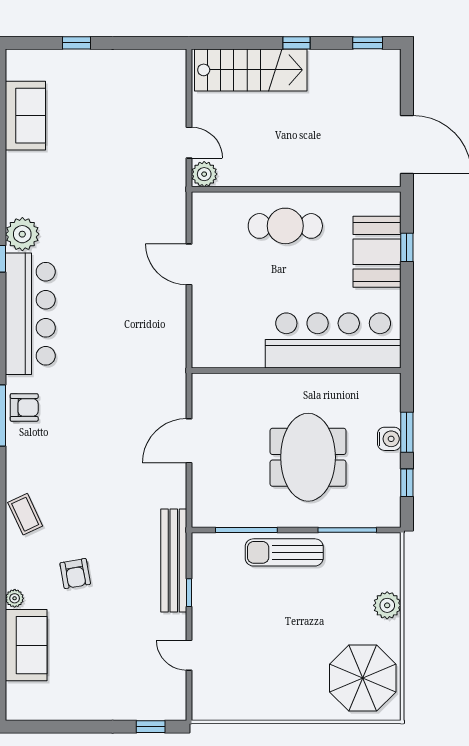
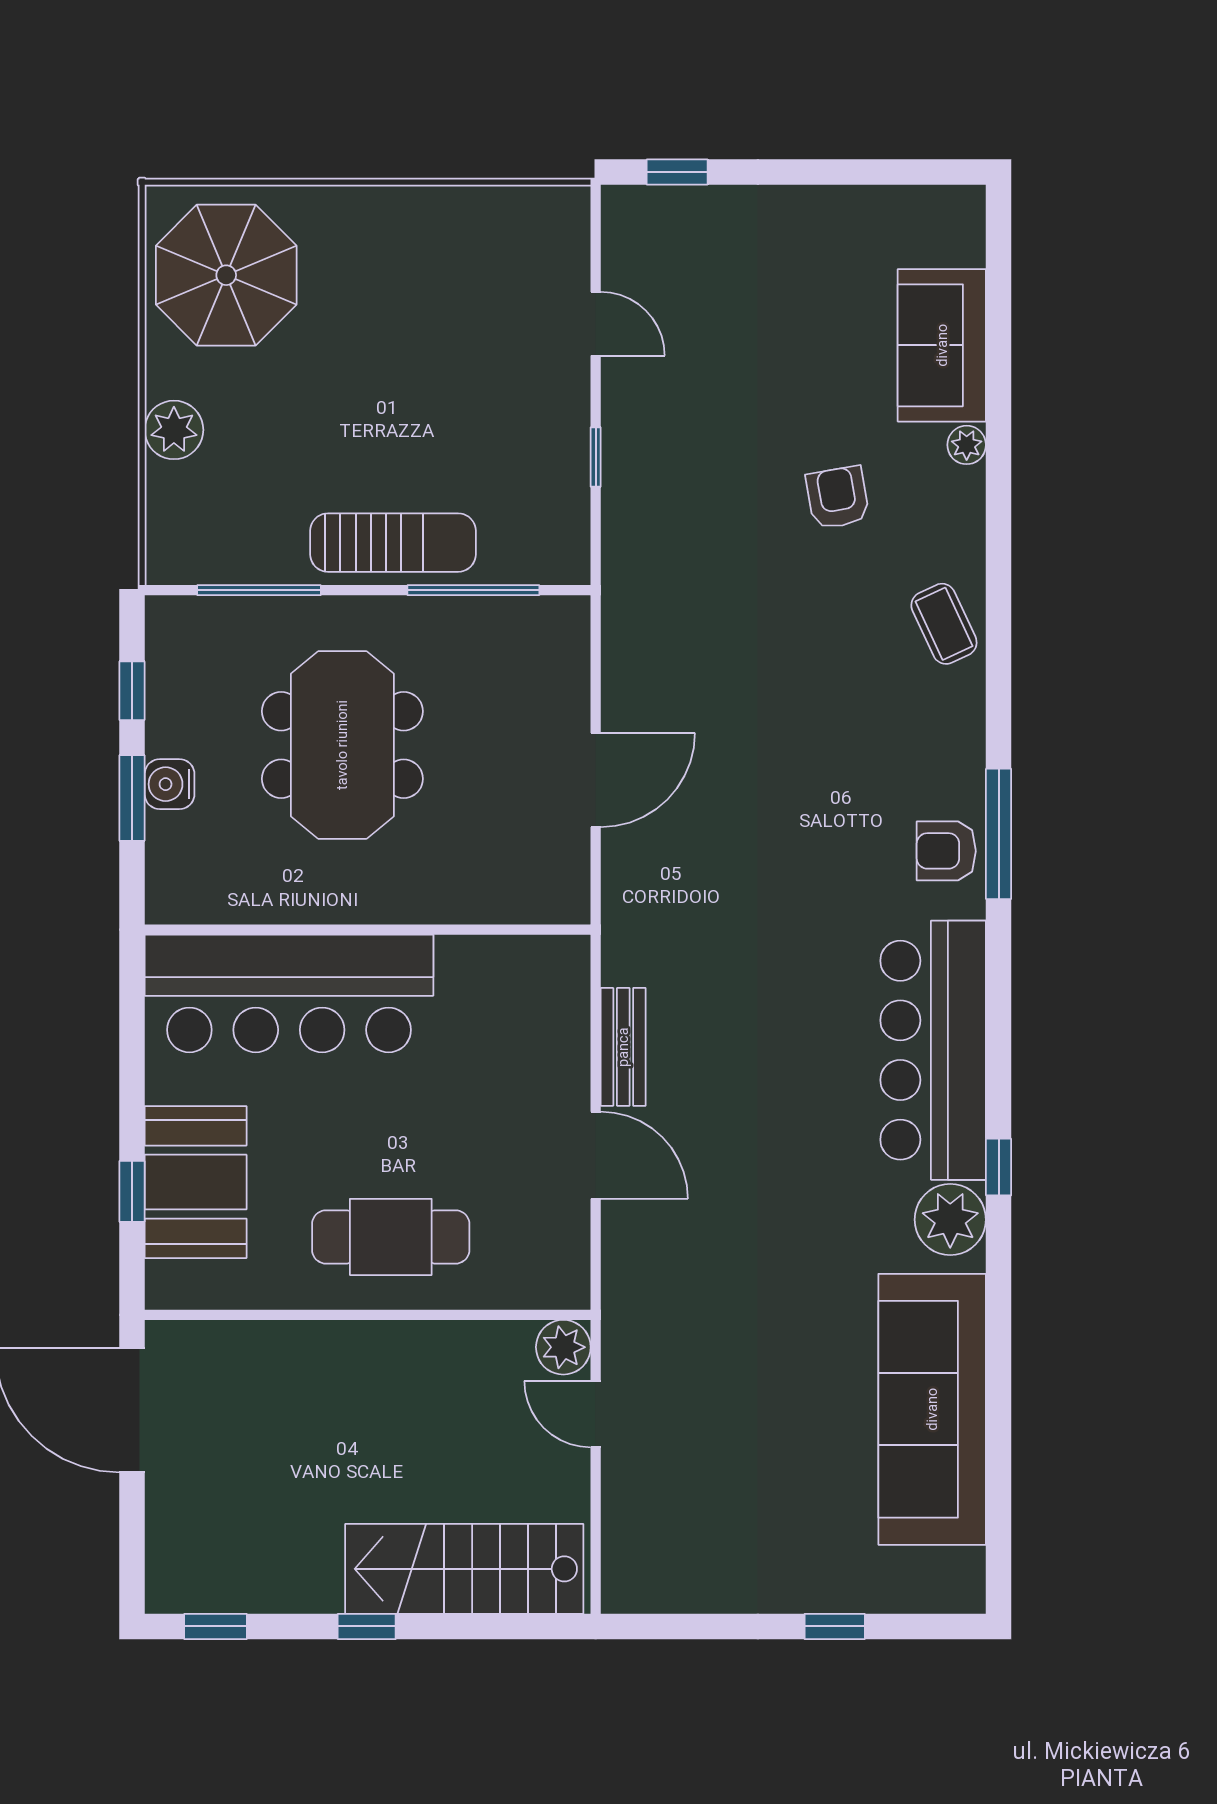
sofa: (25, 116) -> (932, 1409), width x1.85, depth x1.27
bench: (174, 560) -> (623, 1047), moved, width x0.54, depth x0.82

